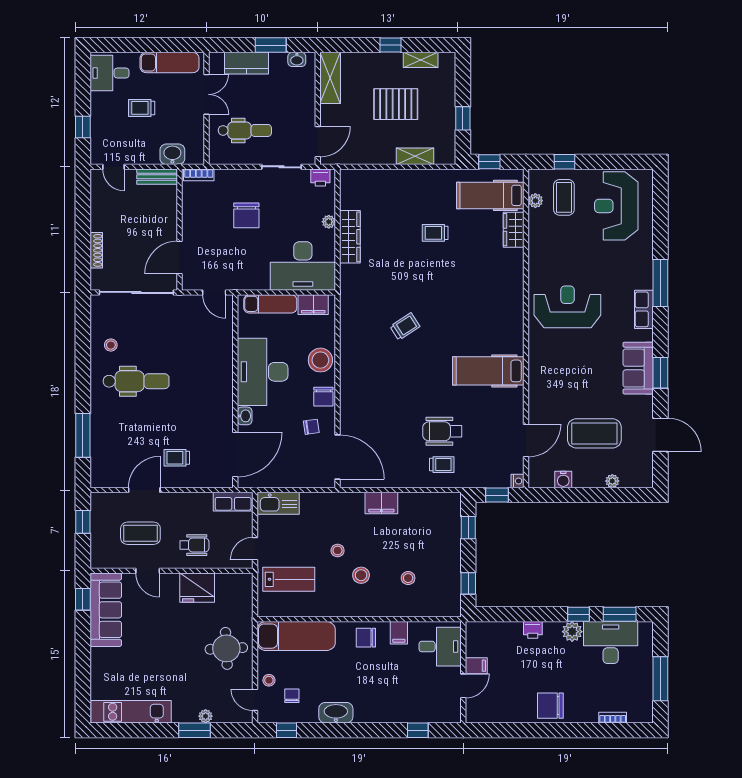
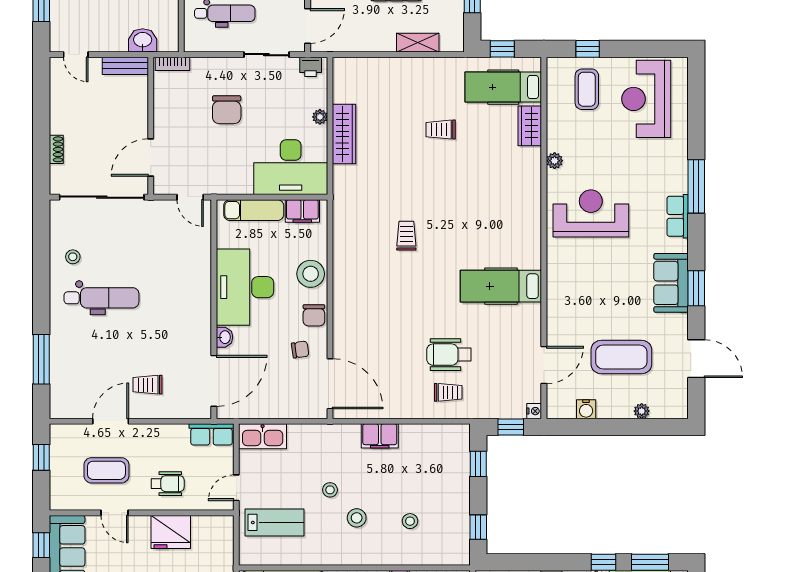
plant: (535, 201) -> (555, 161), moved
shoe rack: (96, 250) -> (56, 149), width x0.70
trolley: (405, 326) -> (406, 236), turned -57

